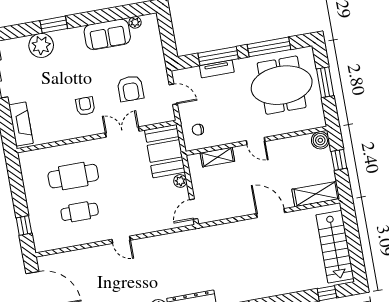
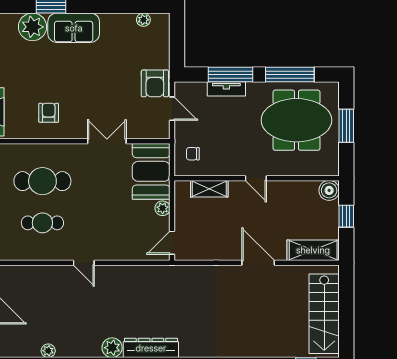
sofa: (107, 34) -> (74, 28), moved
armchair: (130, 89) -> (155, 83), moved
armchair: (85, 106) -> (49, 113), moved

